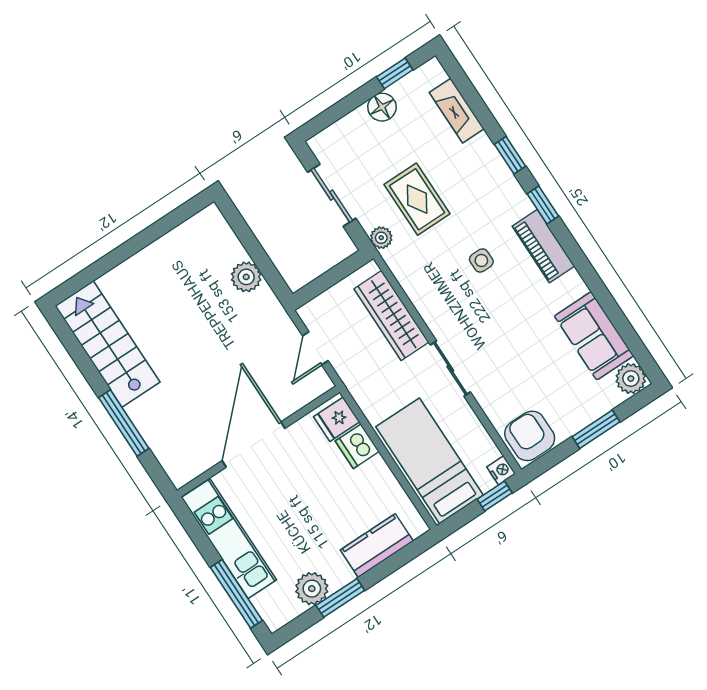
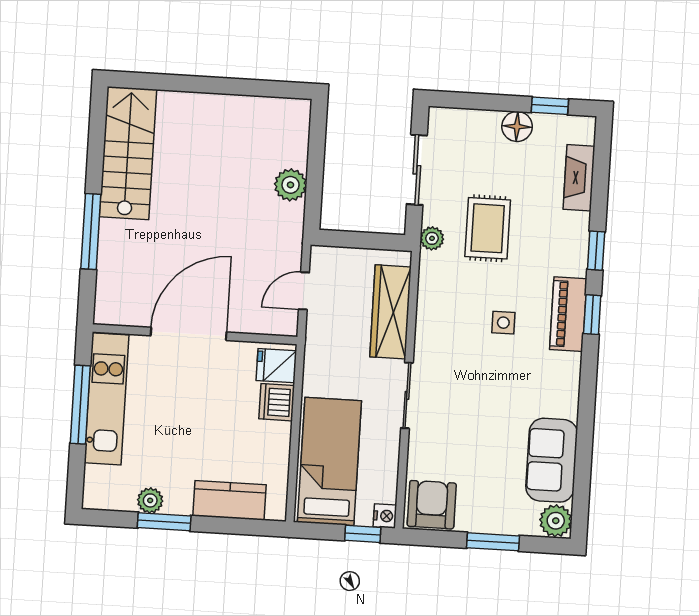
piano: (543, 246) -> (568, 314), moved
plant: (312, 589) -> (150, 500), width x0.73, depth x0.73
window: (236, 594) -> (80, 405), moved

